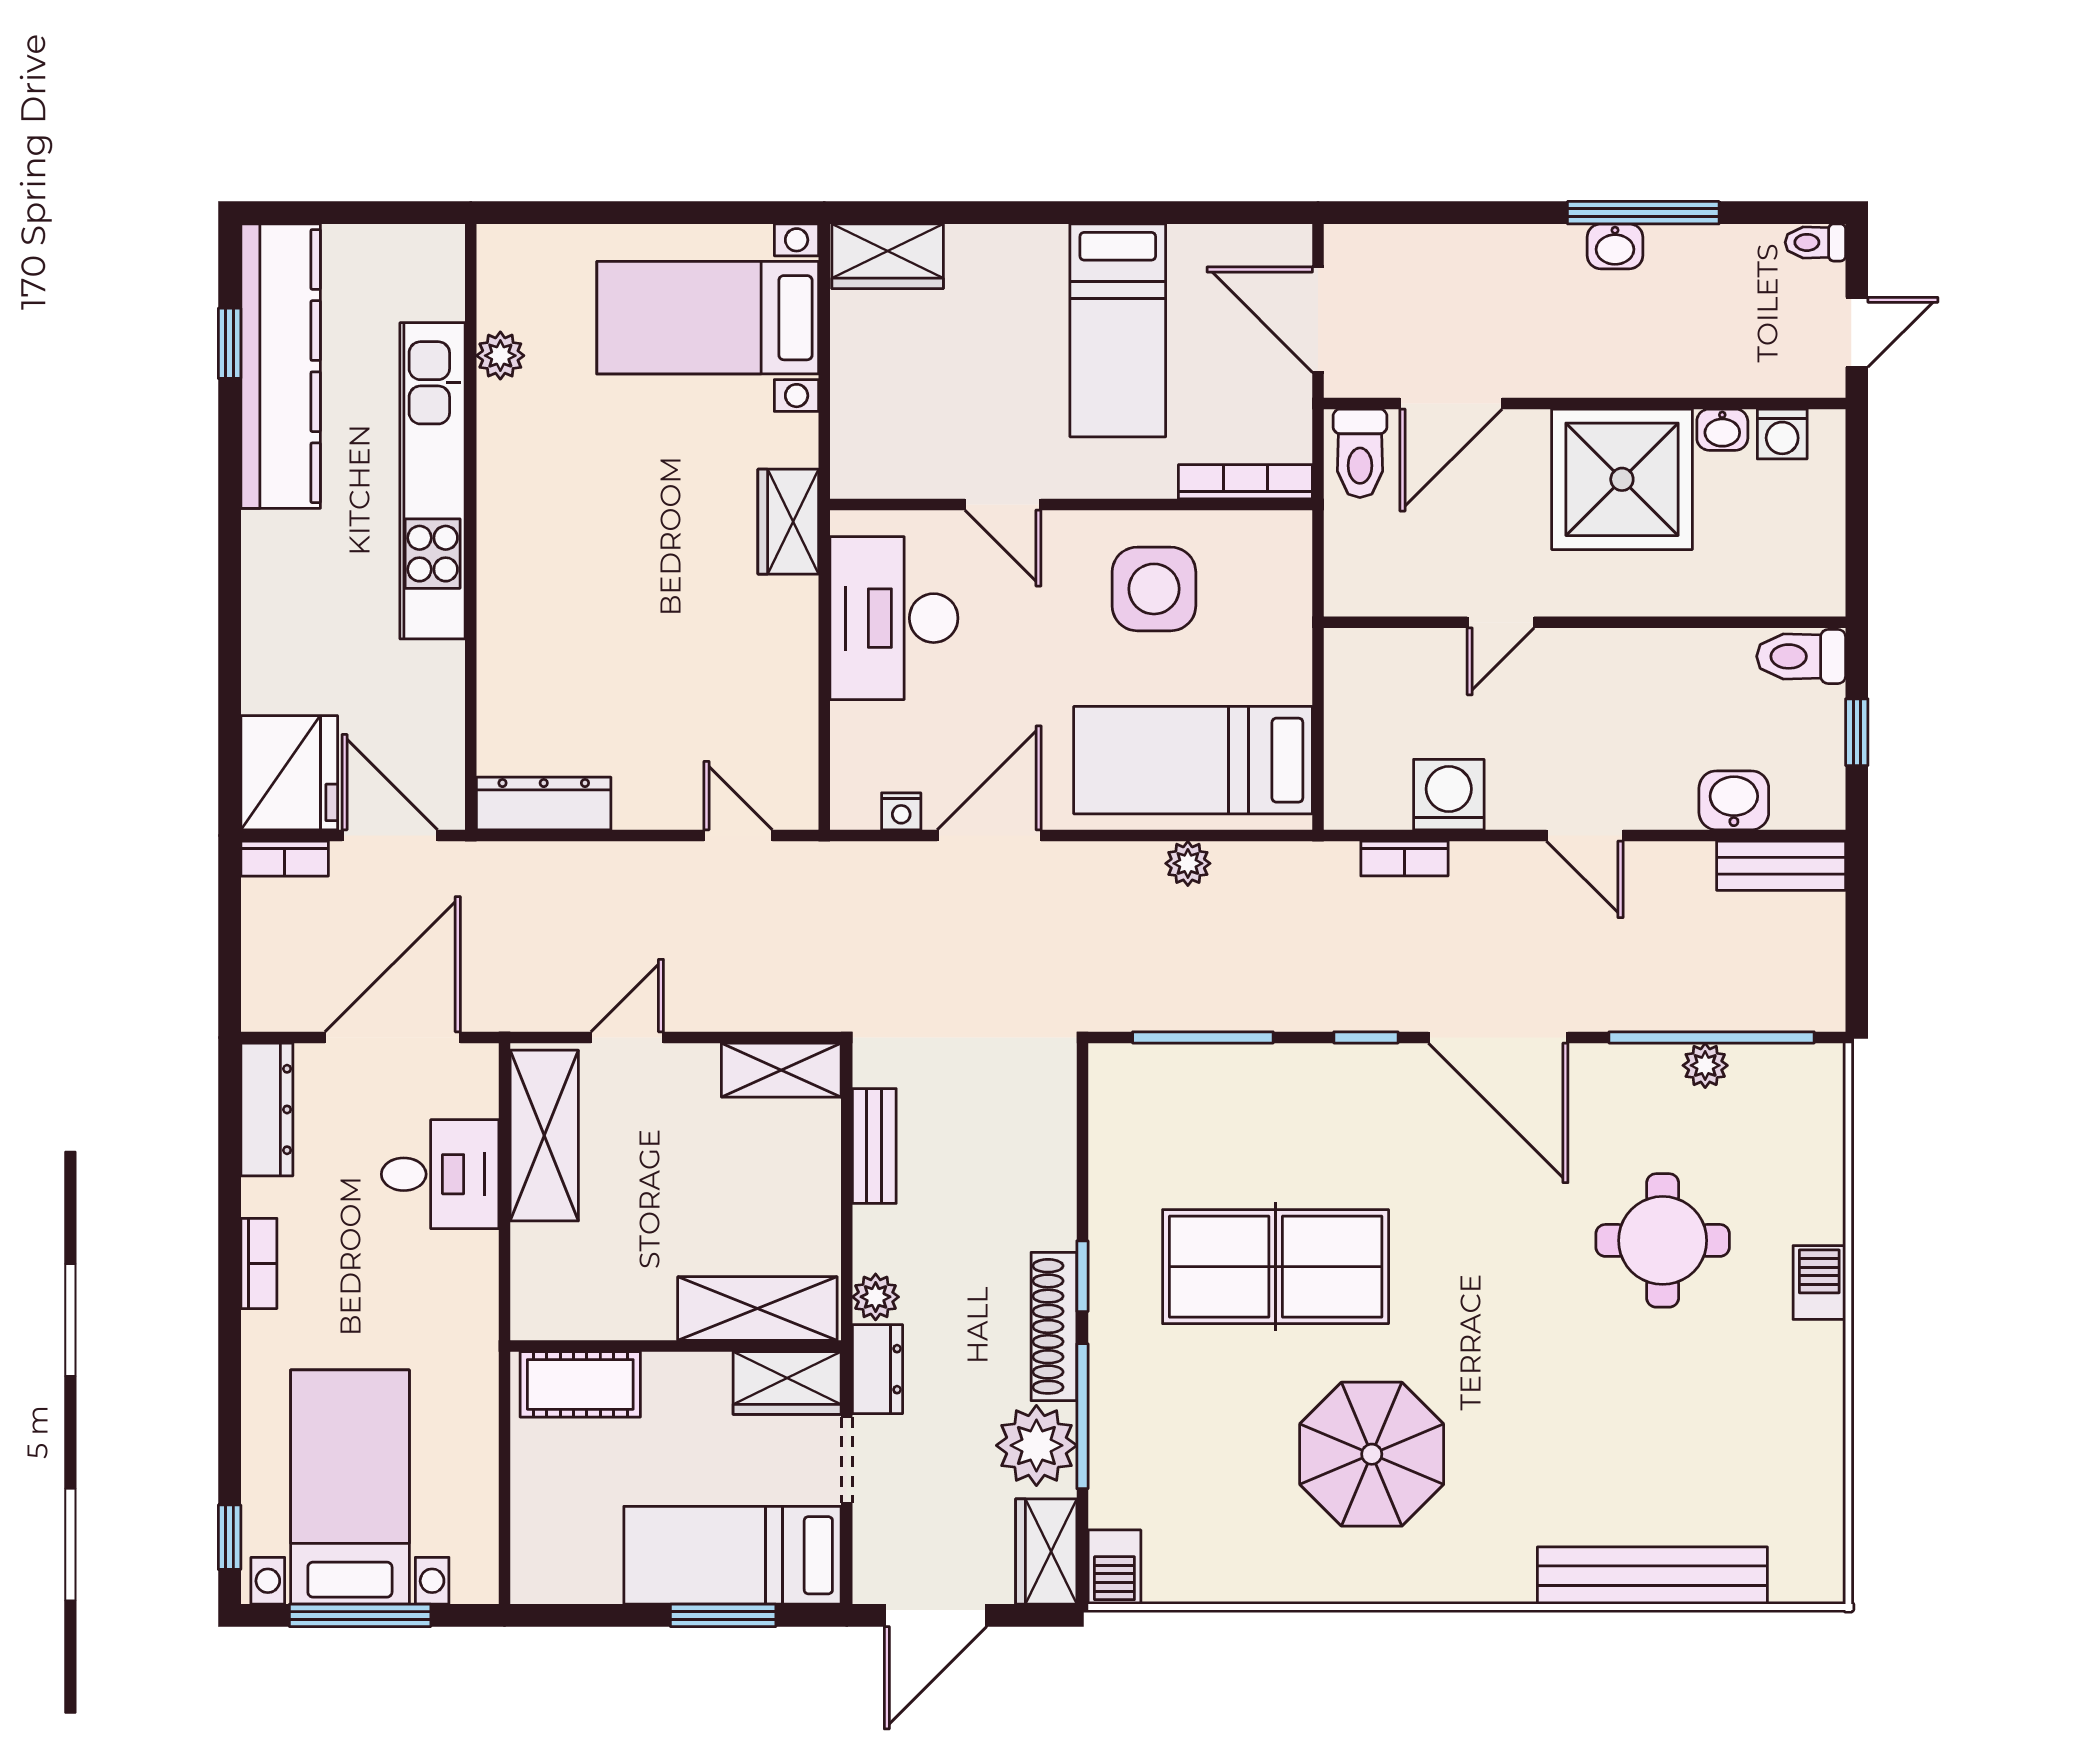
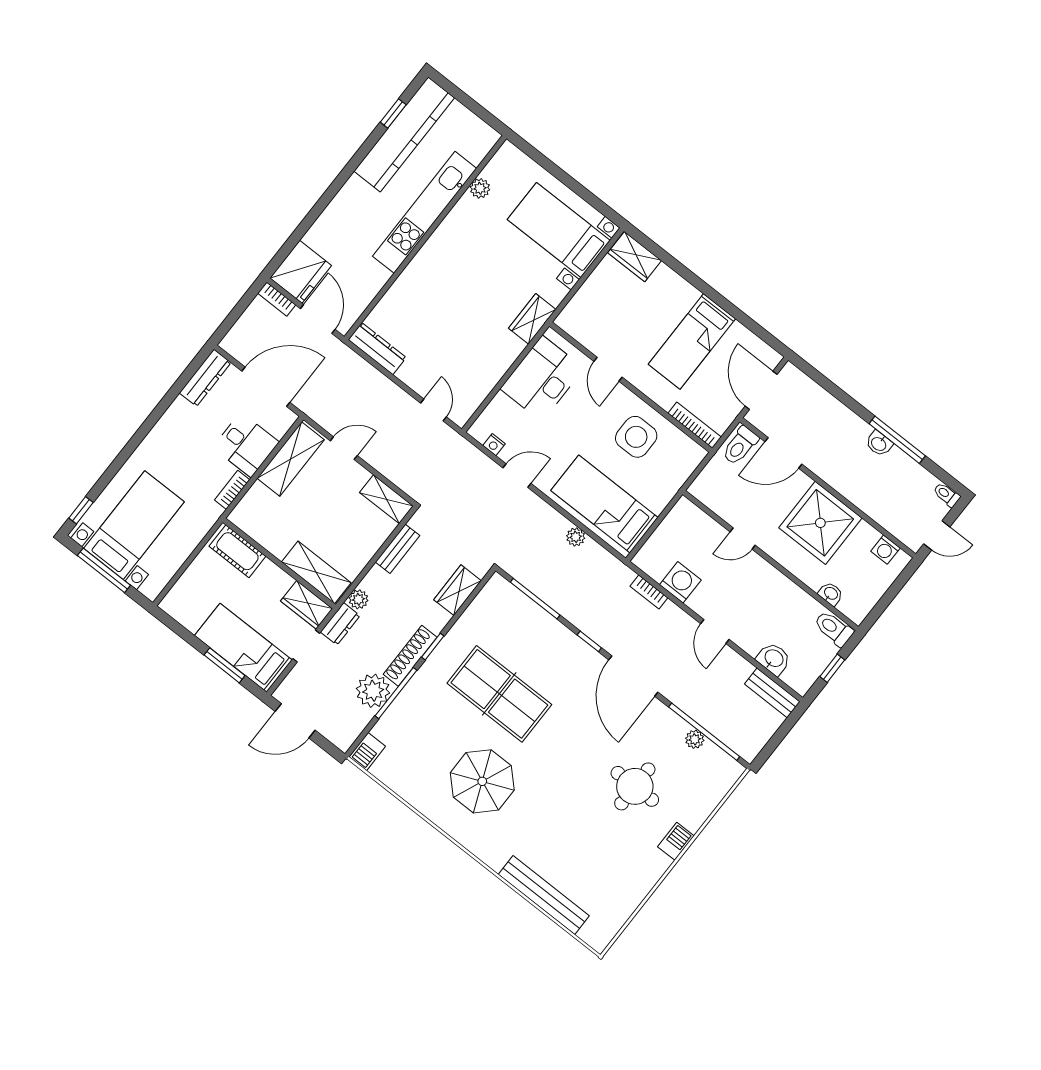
washbasin: (1722, 430) -> (831, 594), moved, turned 180
door: (989, 835) -> (517, 476), width x0.73
bookcase: (259, 1263) -> (232, 490), moved, turned 180
wardrobe: (1046, 1551) -> (457, 590), moved

